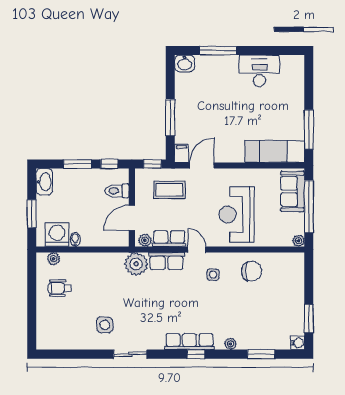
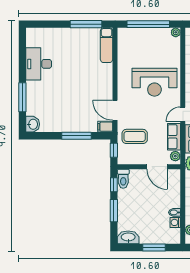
exam couch: (275, 151) -> (107, 45), width x0.73, depth x0.69
coffee table: (169, 190) -> (135, 136), turned 90
toilet: (117, 191) -> (123, 179), moved
sofa: (293, 191) -> (136, 37), removed
washing machine: (57, 235) -> (175, 222), width x0.53, depth x0.53

